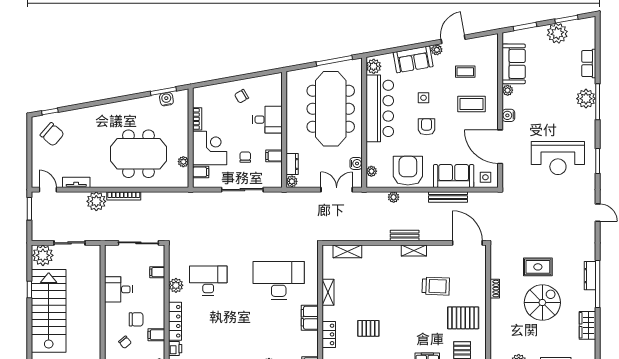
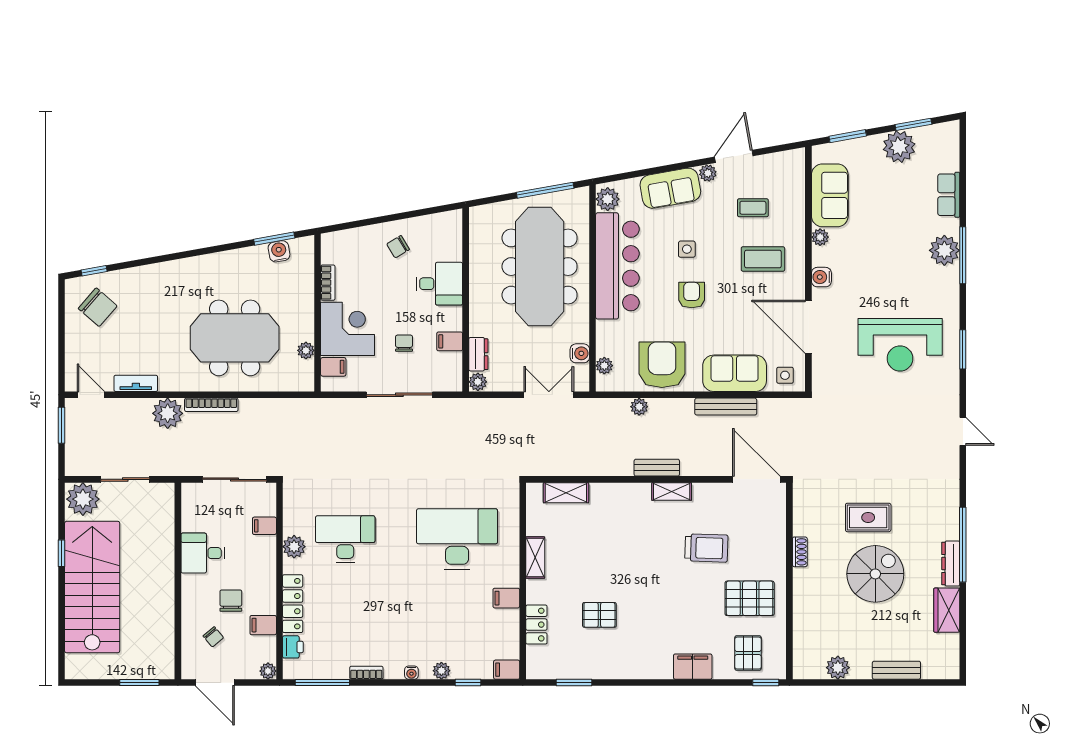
dresser: (590, 276) -> (951, 563), moved
filing cabinet: (310, 318) -> (506, 598), width x0.50
chair: (136, 319) -> (231, 601), turned -90

